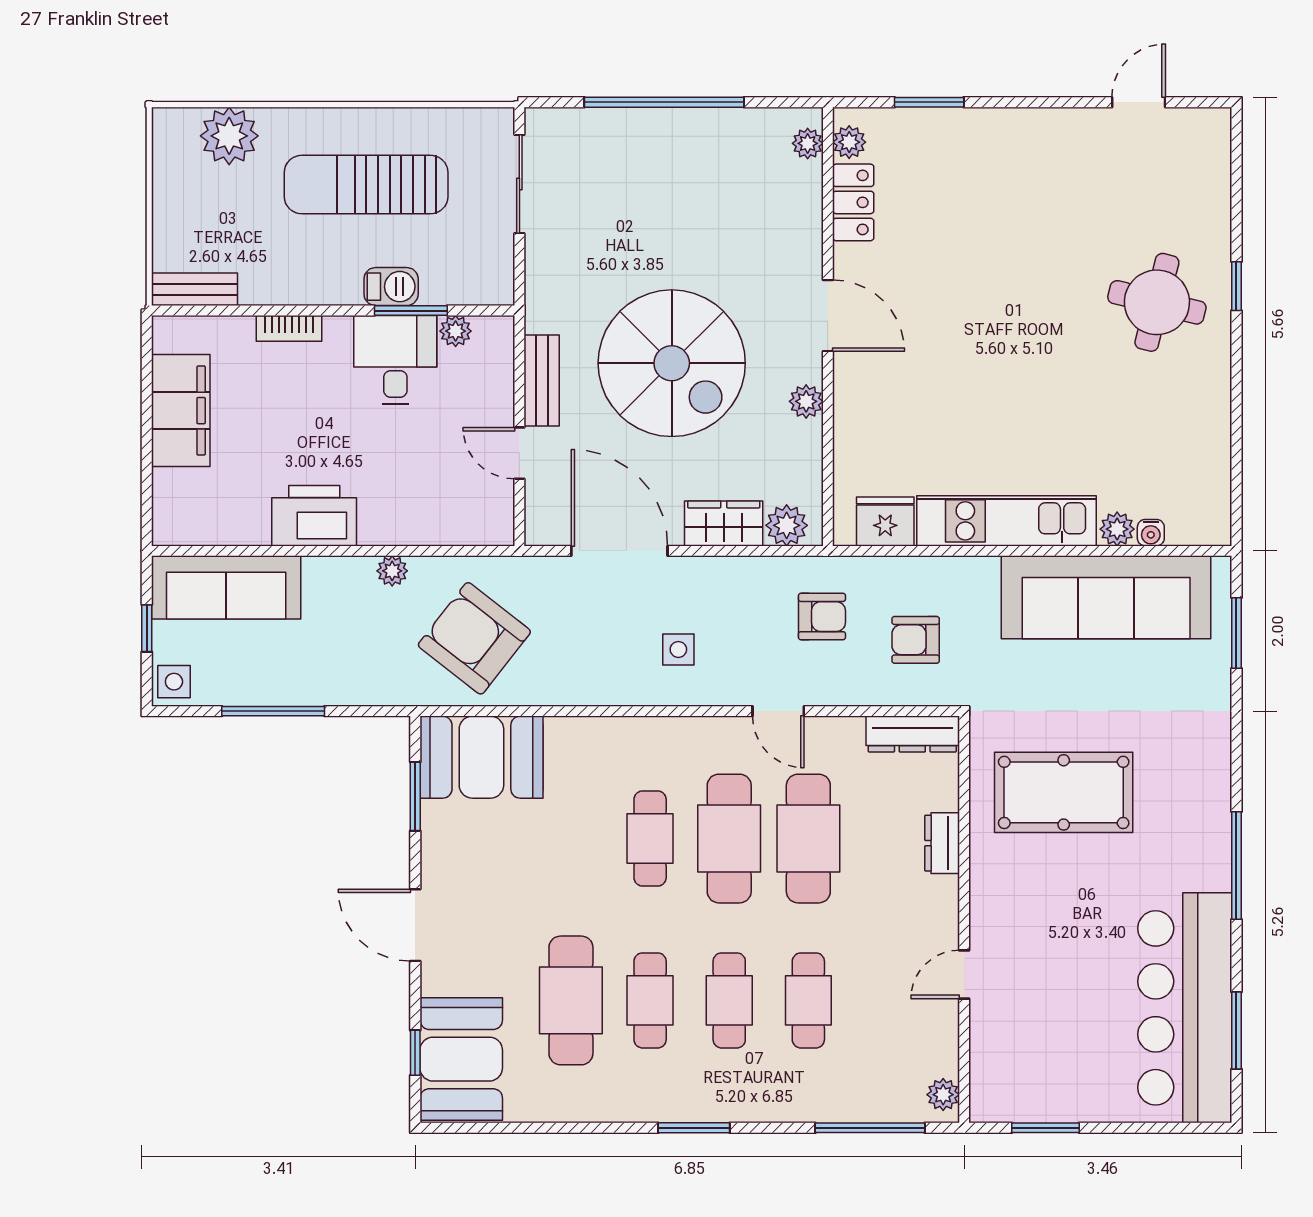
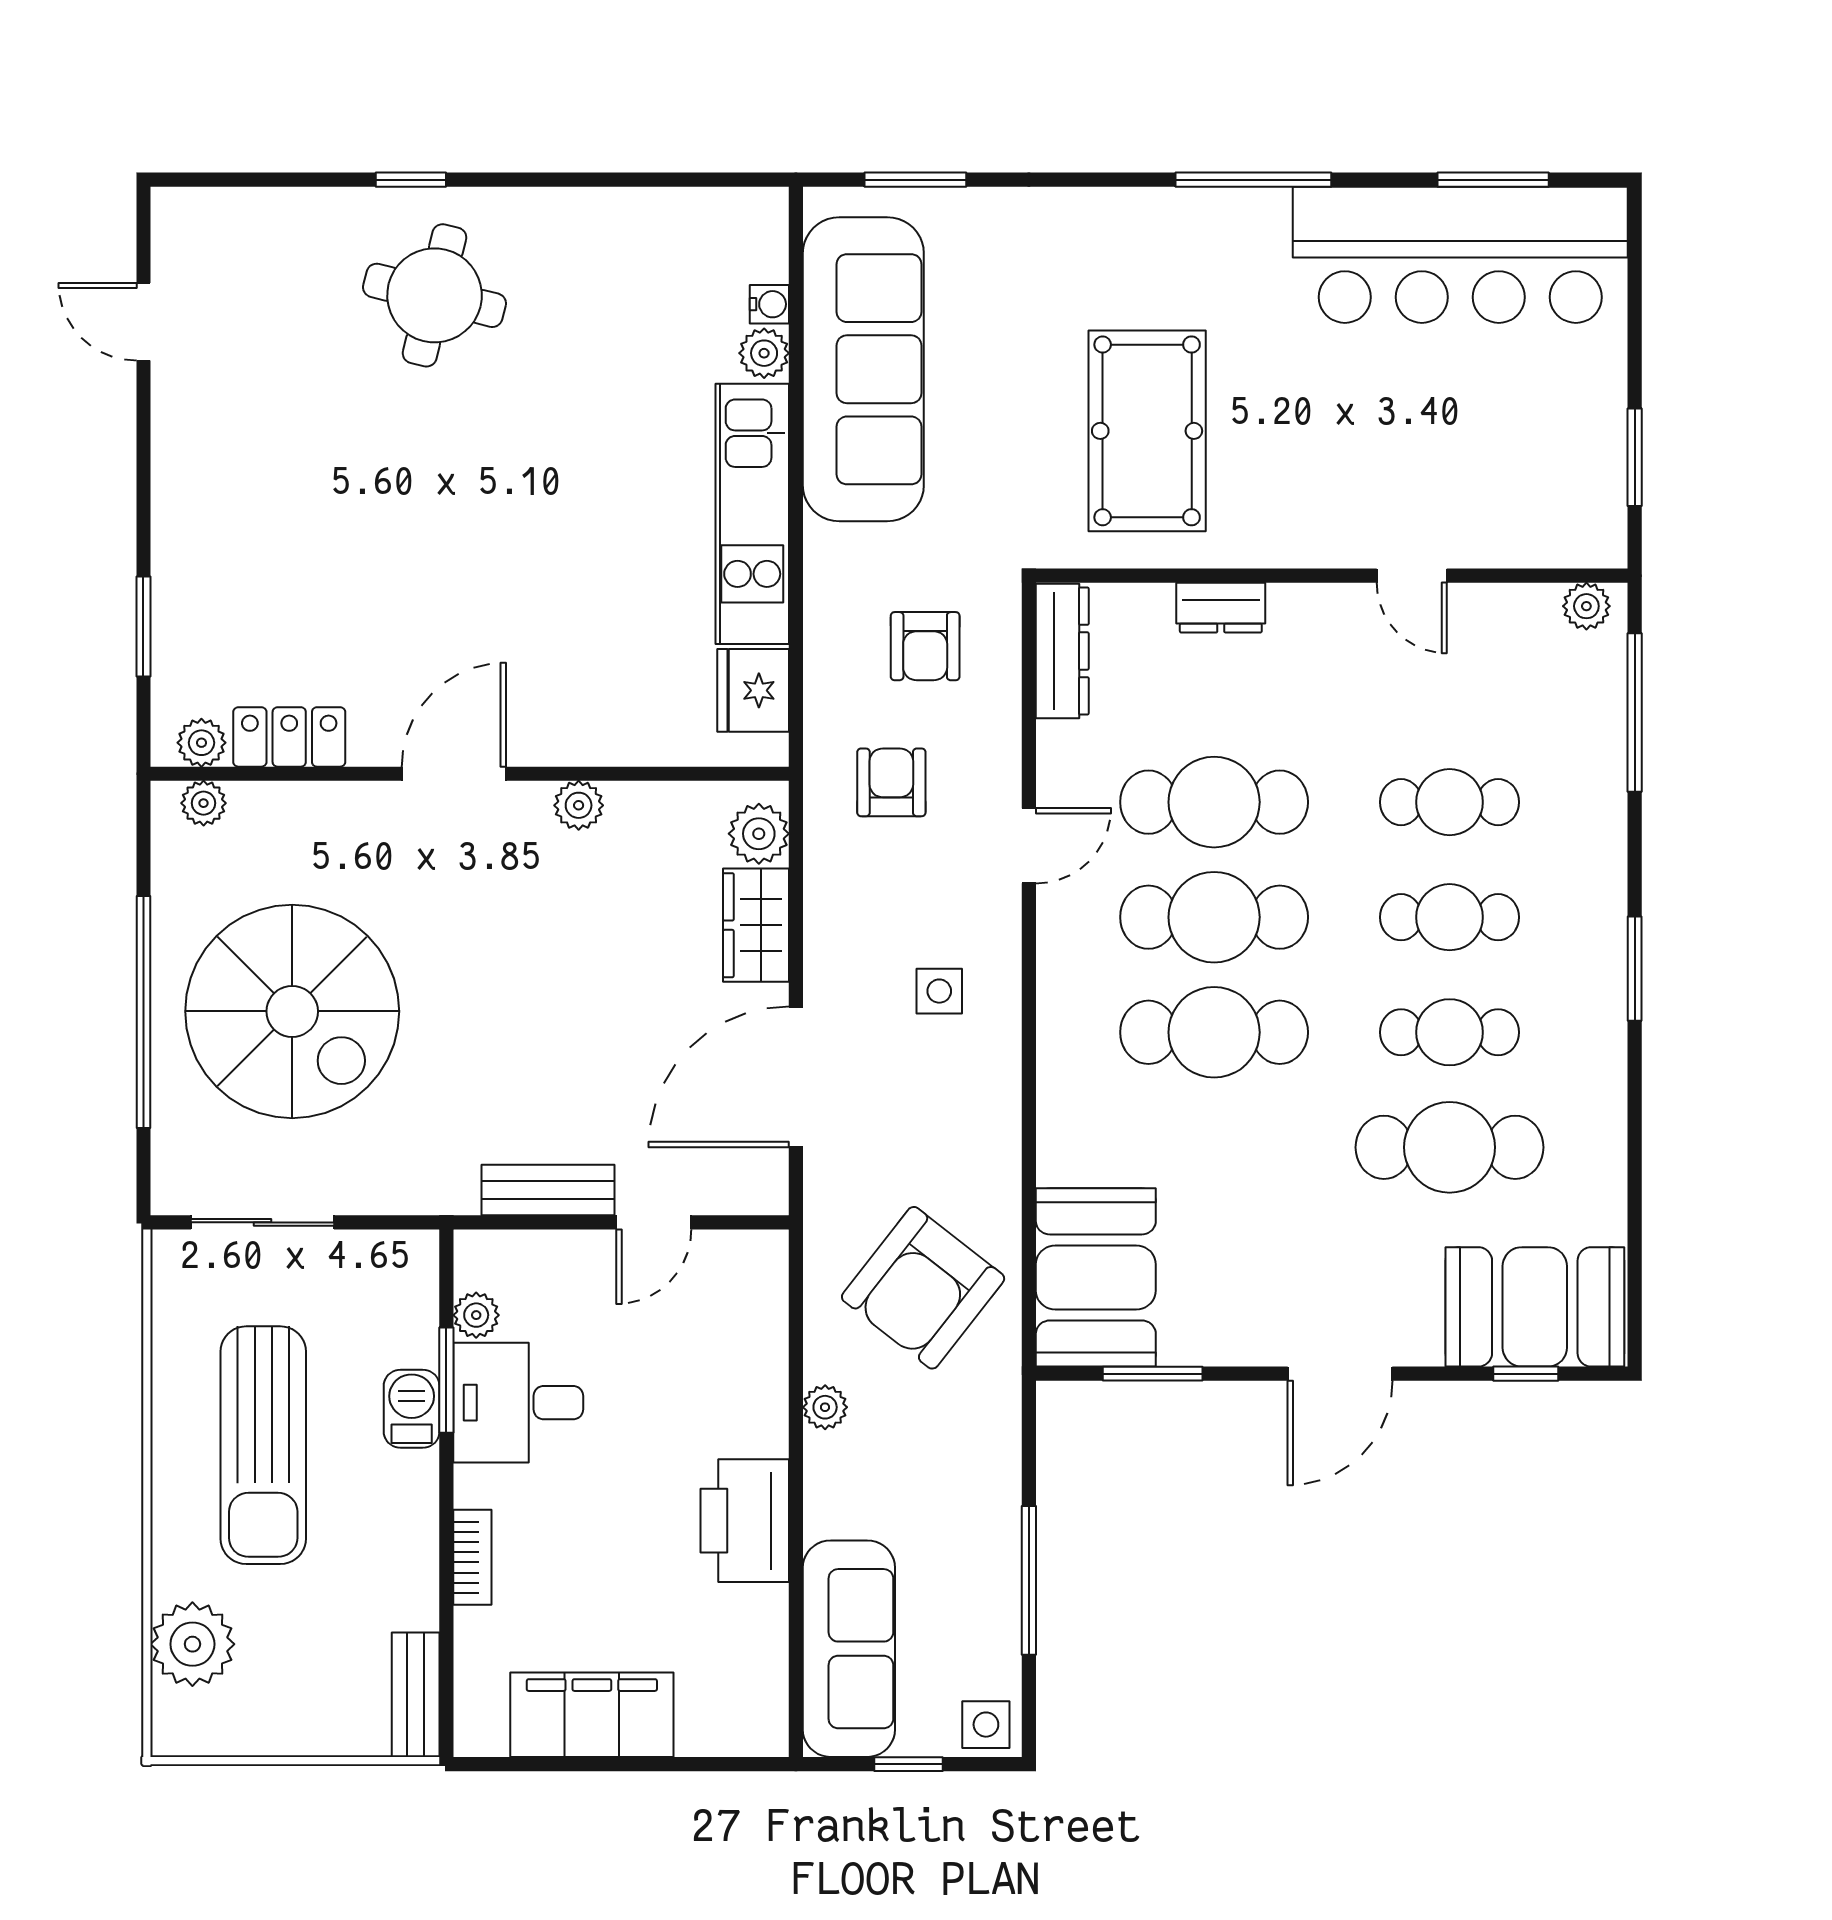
spiral stairs: (672, 363) -> (292, 1011), moved, turned 90
cafe table: (650, 839) -> (1214, 1032), width x1.37, depth x1.35

